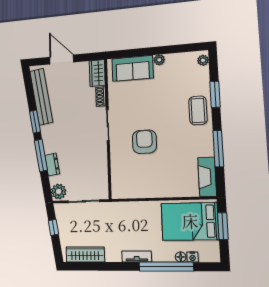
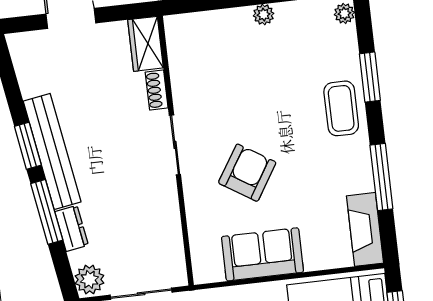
sofa: (132, 68) -> (262, 254), moved, turned 180
bench: (41, 97) -> (52, 151), moved
armchair: (144, 142) -> (247, 173), turned 32

